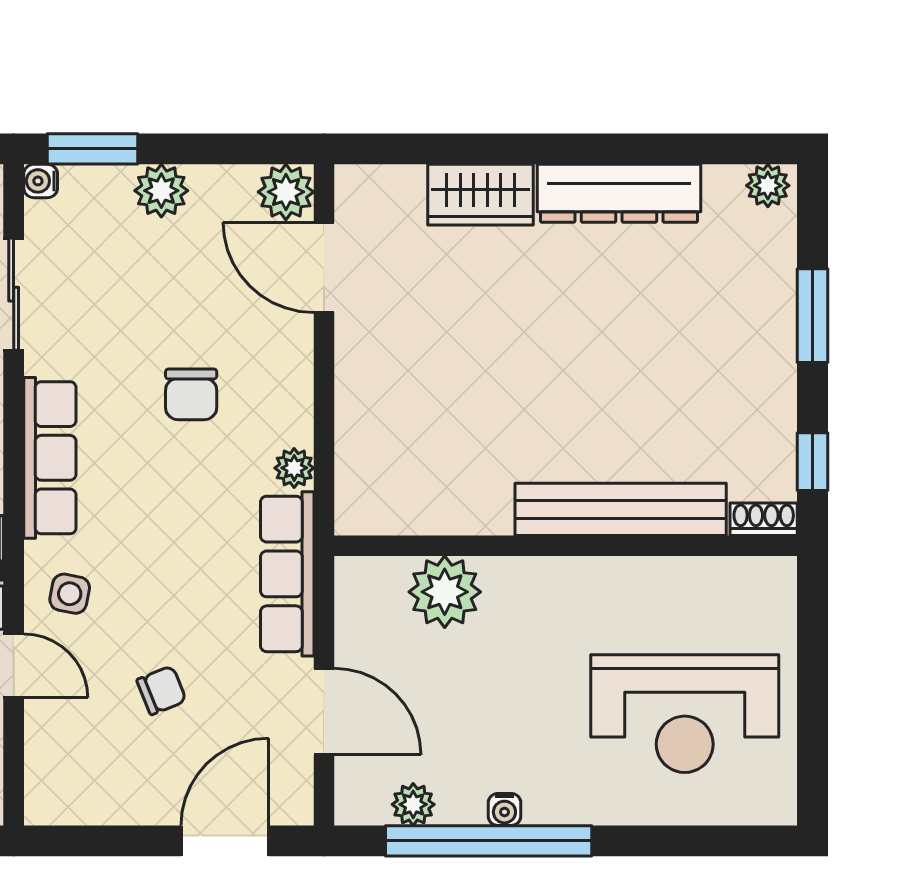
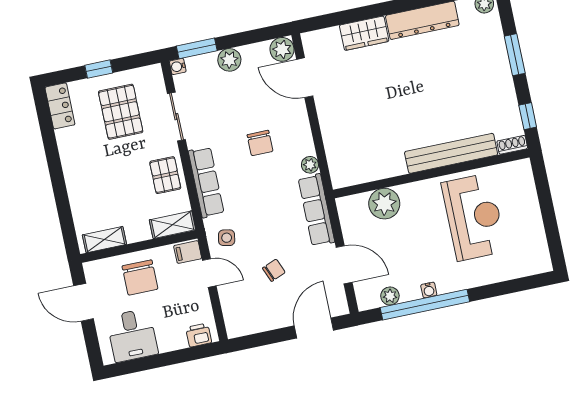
reception desk: (685, 714) -> (474, 217), moved, turned -90

